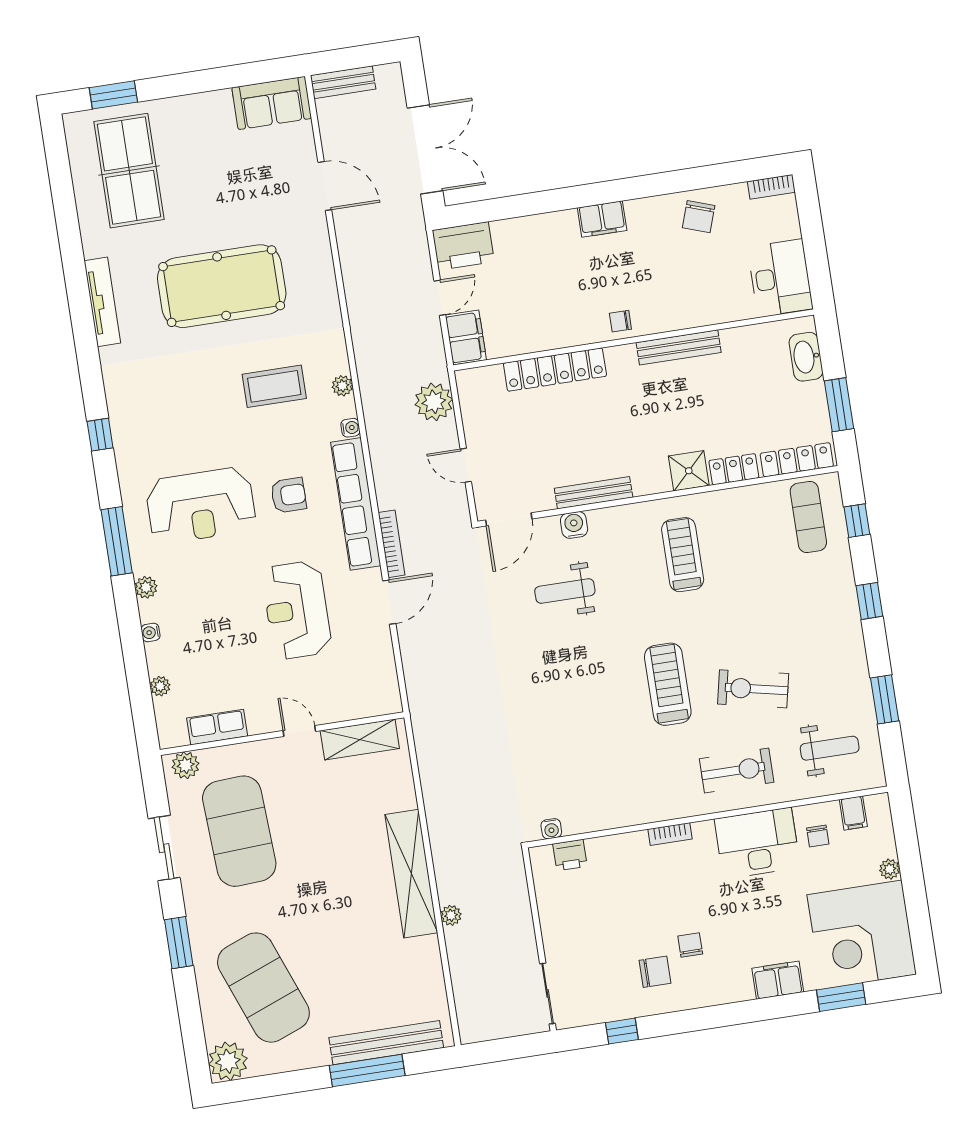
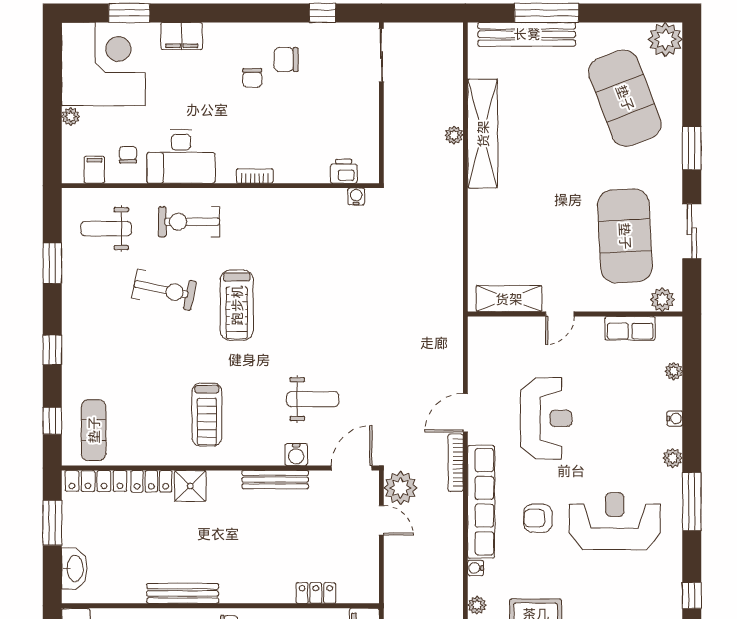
locker: (555, 370) -> (316, 593), width x0.46, depth x0.83
plant: (434, 402) -> (400, 488), moved
door: (299, 731) -> (560, 314), hinge flipped
shelving: (411, 874) -> (483, 134), moved

